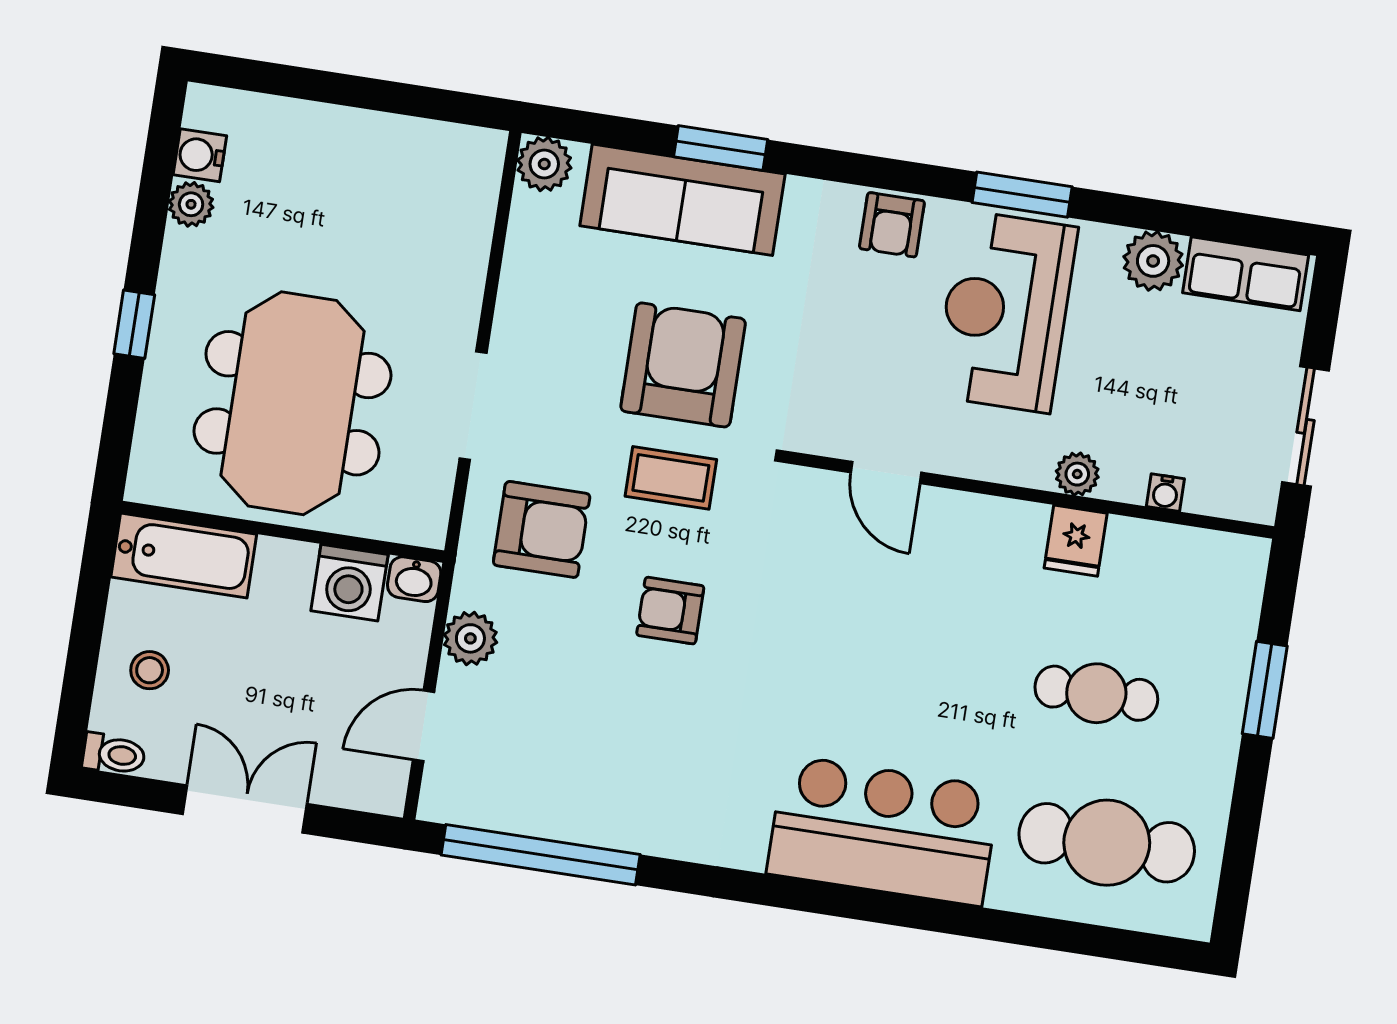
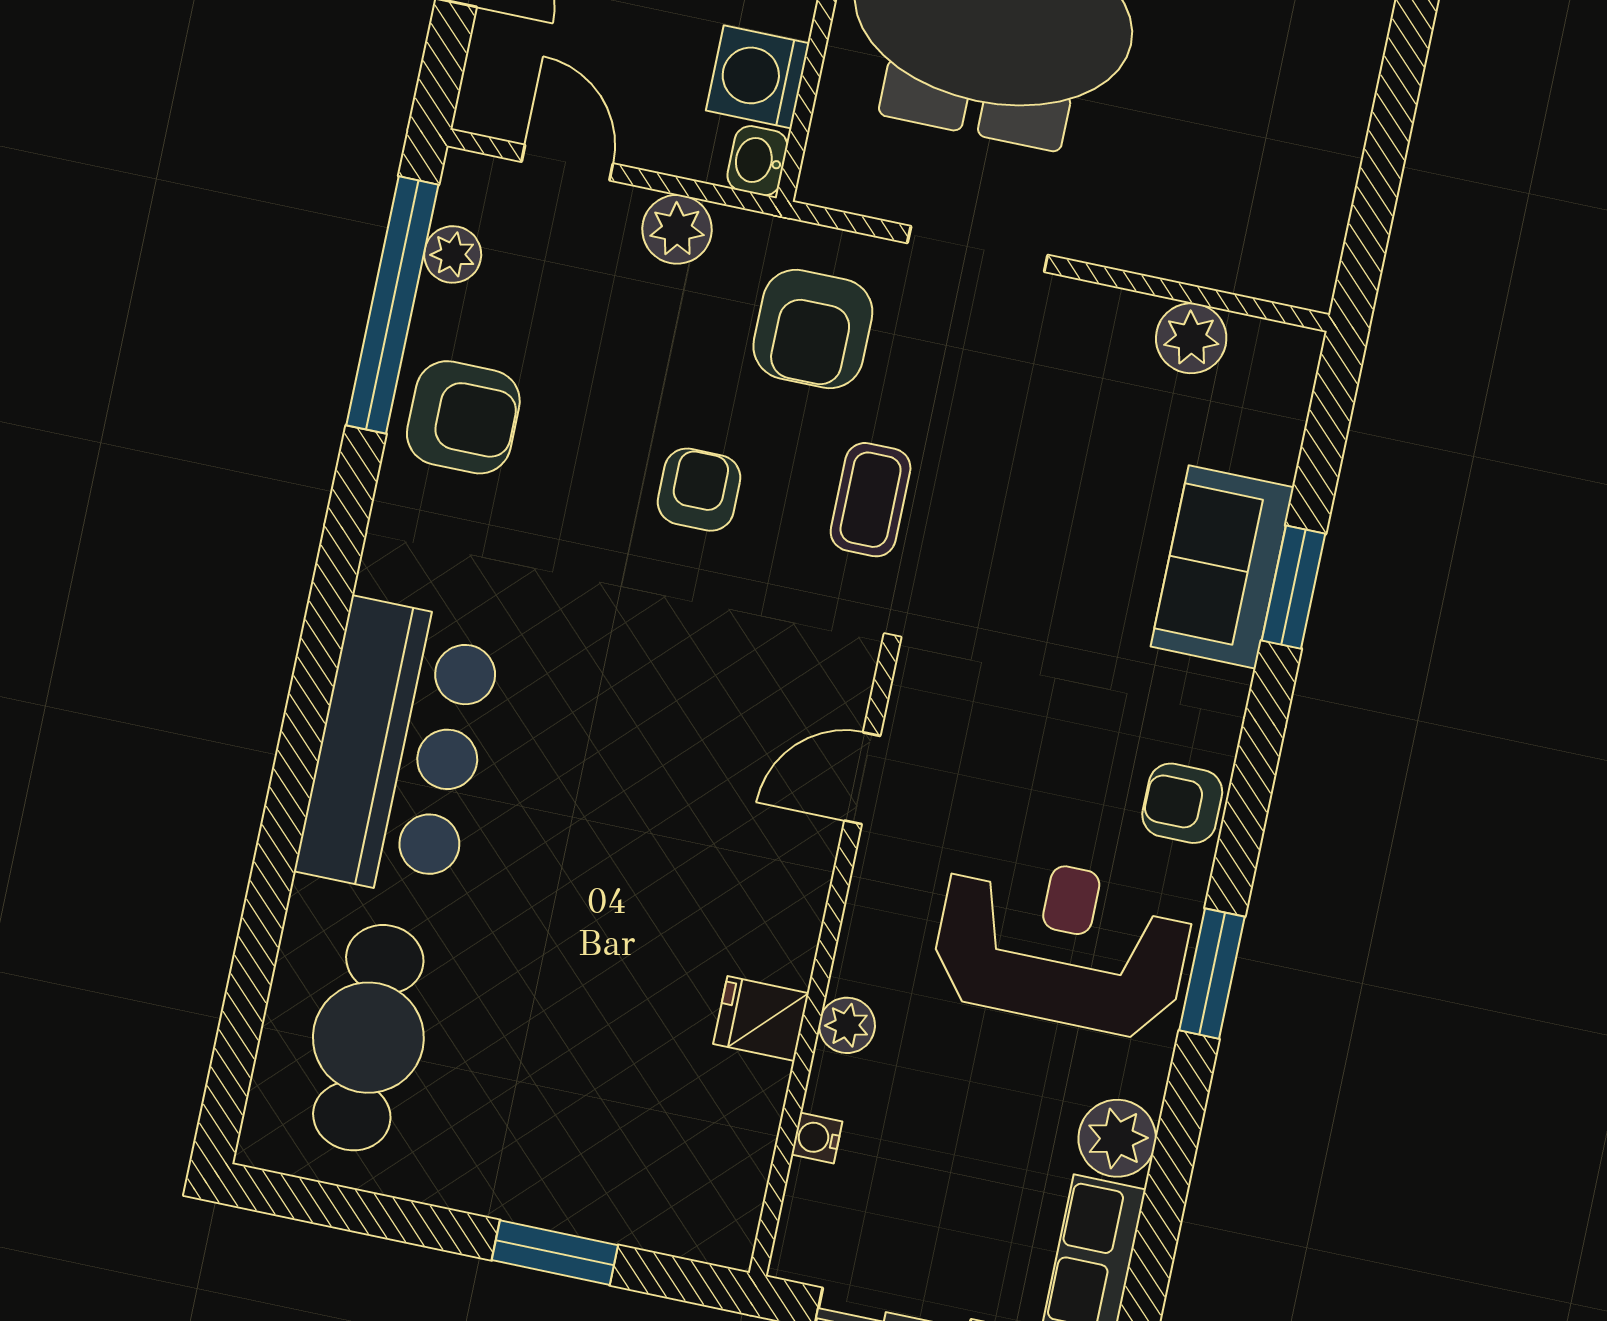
plant: (544, 164) -> (1191, 338), moved
sofa: (682, 200) -> (1222, 567), width x0.73
armchair: (683, 365) -> (463, 417), moved, width x0.73, depth x0.73
cafe table: (1096, 693) -> (562, 1035), removed
plant: (499, 810) -> (453, 254), added

